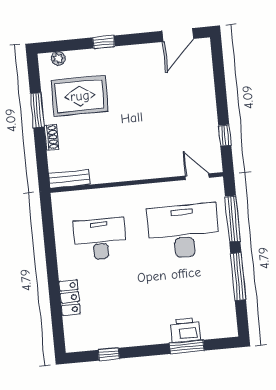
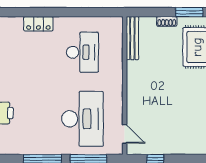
door: (197, 177) -> (125, 134), hinge flipped
bench: (69, 179) -> (132, 38), width x1.36

